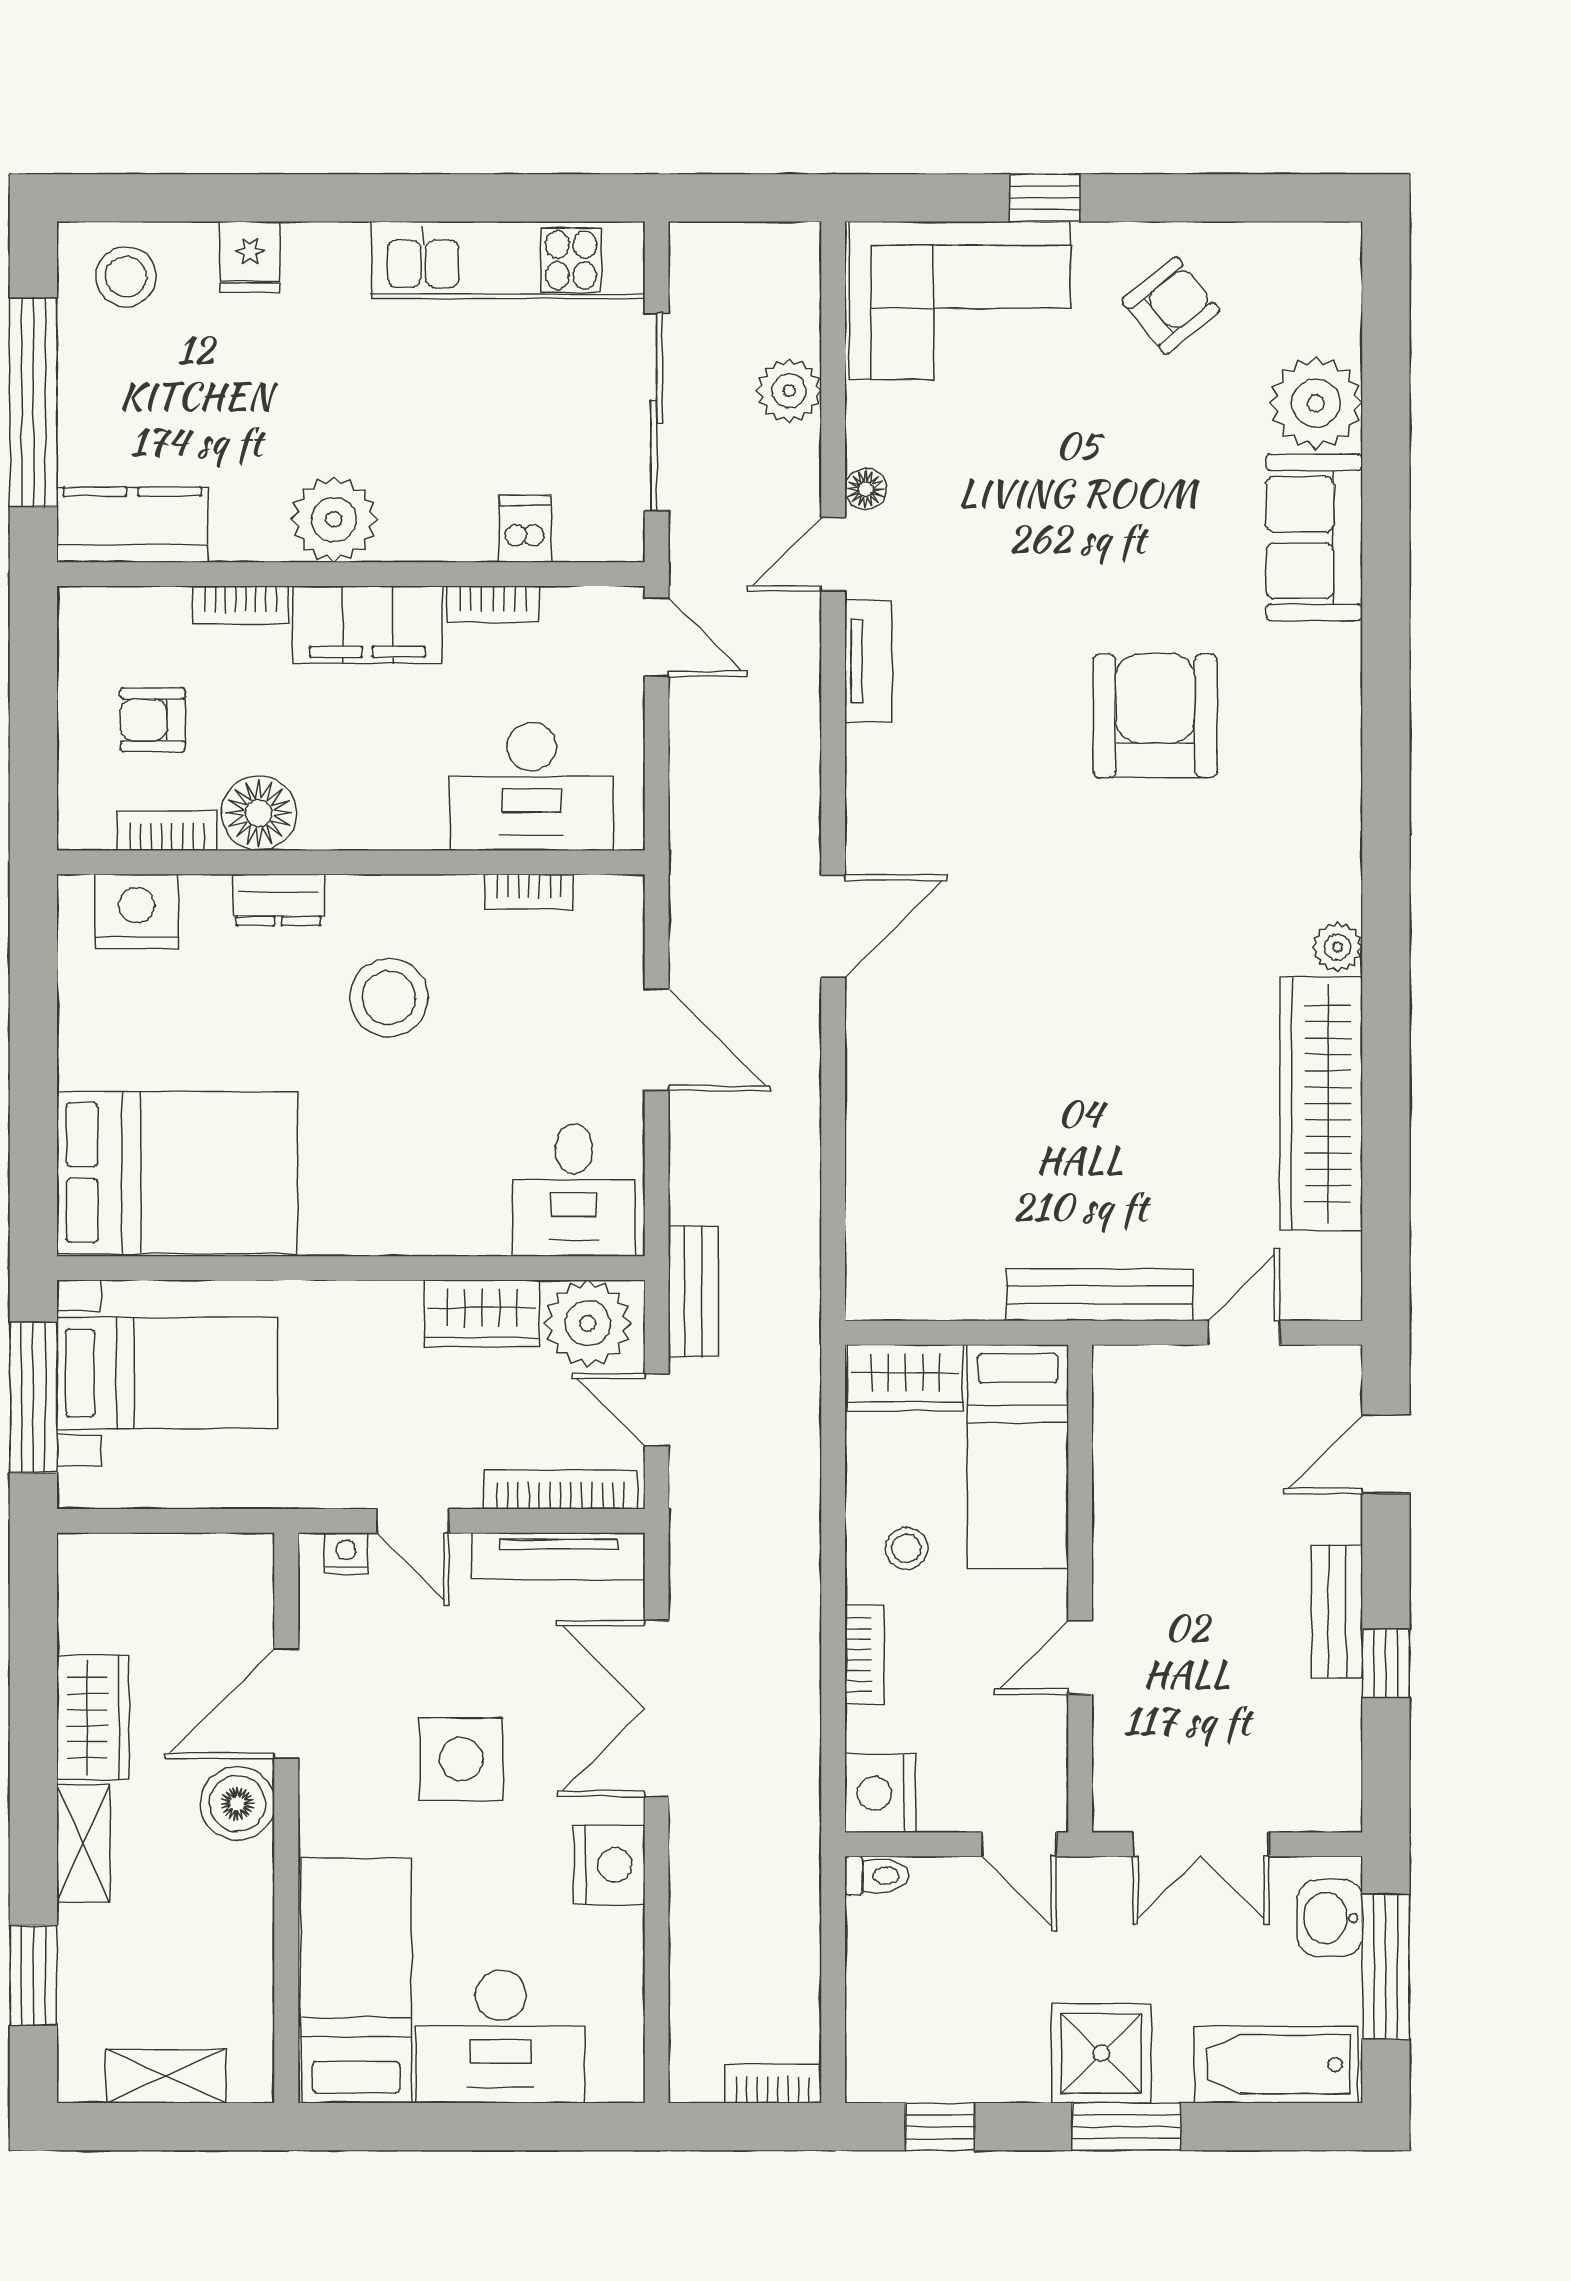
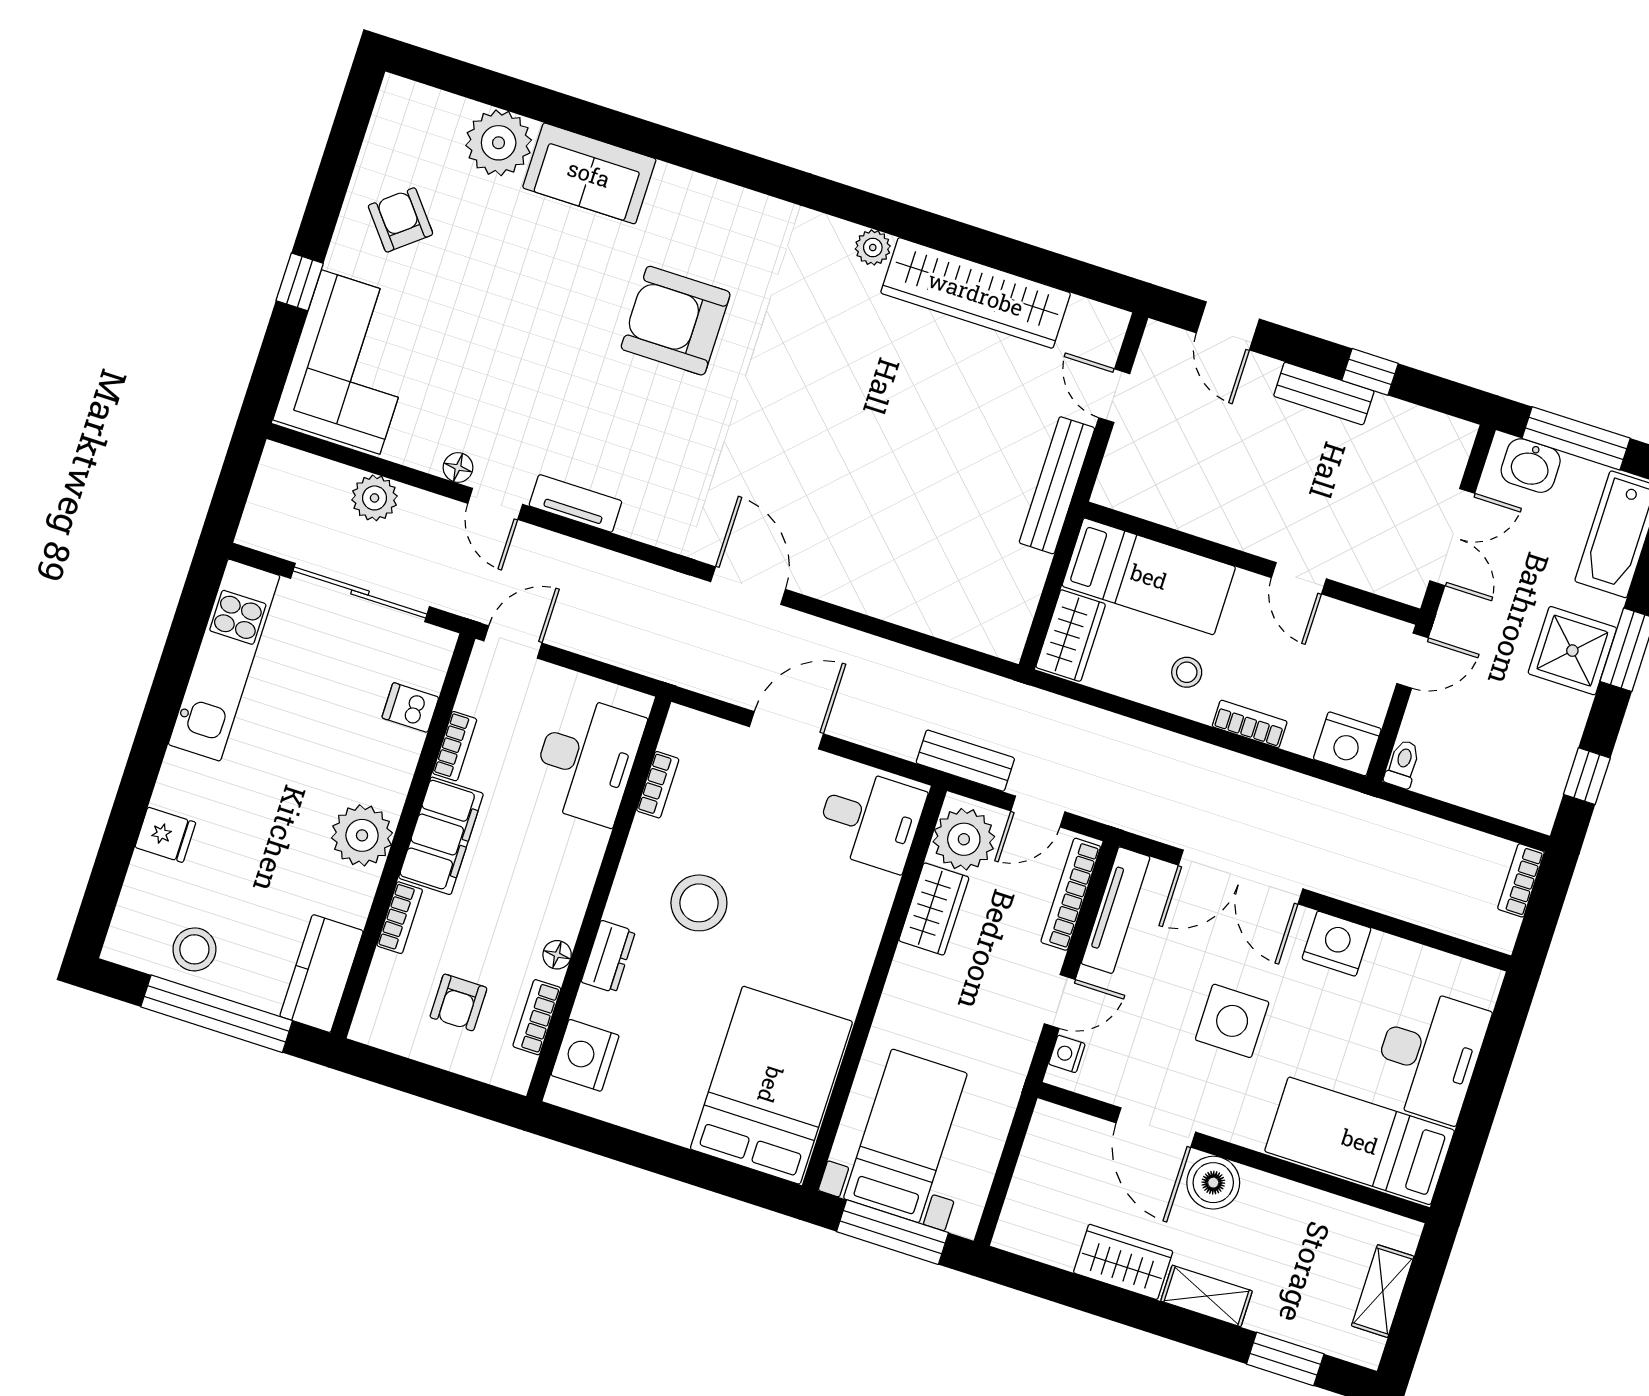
stool: (126, 277) -> (194, 949), moved
floor lamp: (259, 813) -> (557, 955), width x0.53, depth x0.53

